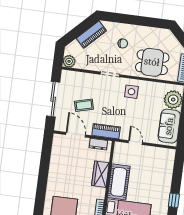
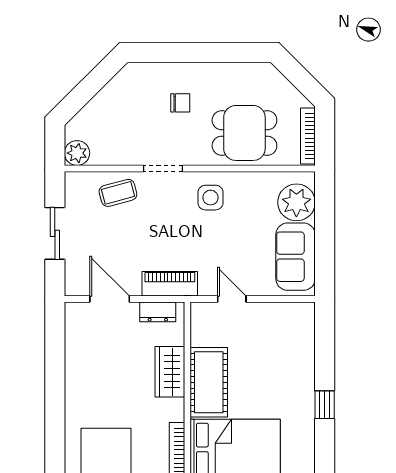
piano: (91, 34) -> (115, 93), removed
sliding door: (53, 99) -> (55, 233), width x0.73
coffee table: (84, 105) -> (118, 193), moved

